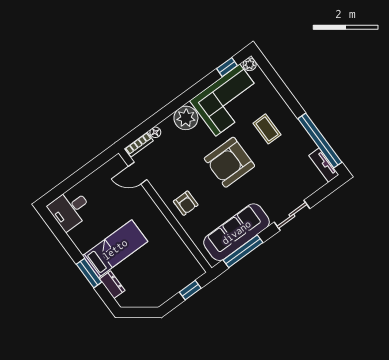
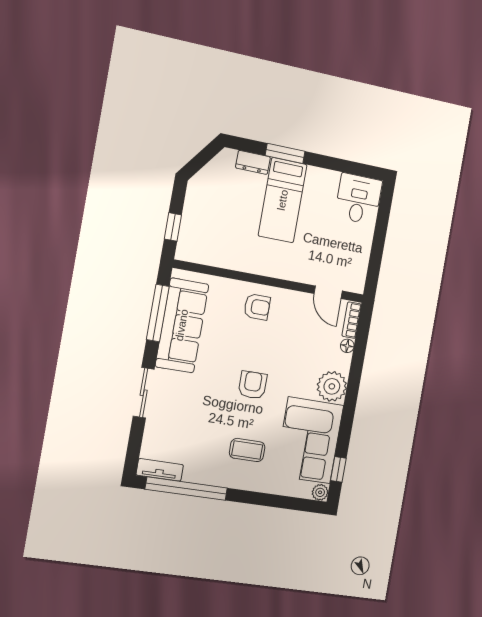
armchair: (229, 162) -> (253, 385), width x0.53, depth x0.53
door: (138, 173) -> (328, 292), swing flipped
armchair: (186, 203) -> (257, 307), turned 180

